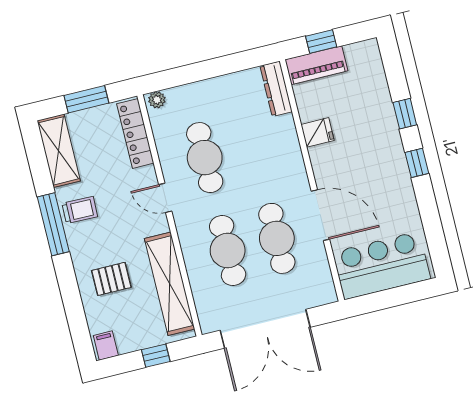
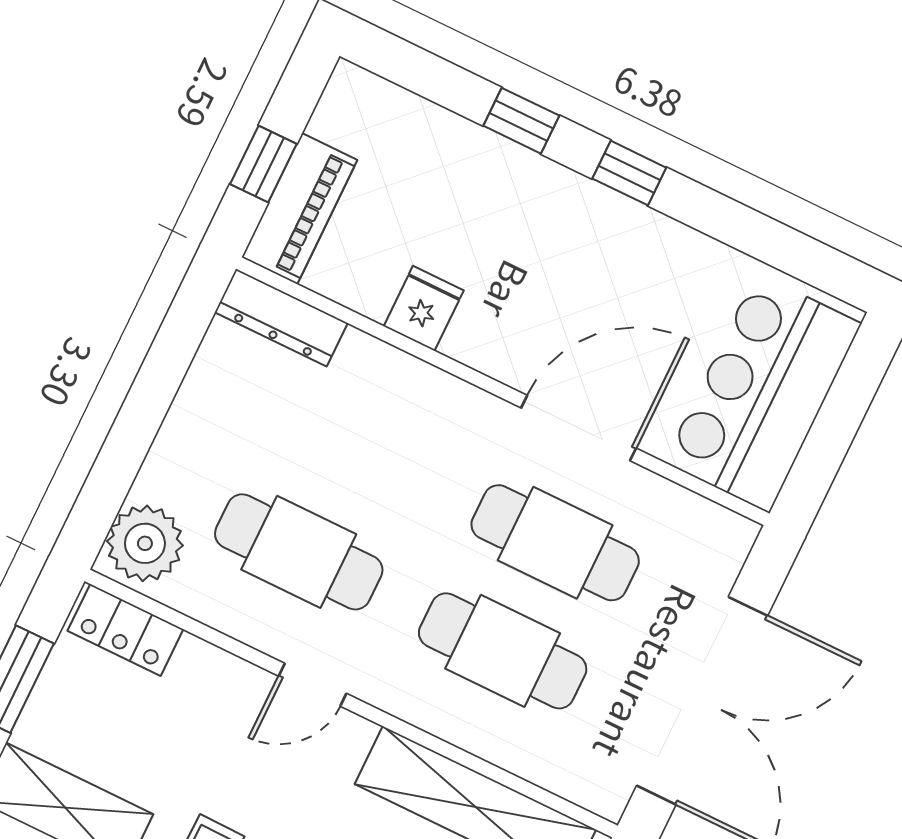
plant: (157, 100) -> (145, 543), width x1.88, depth x1.88
locker: (135, 133) -> (125, 630), width x0.66

